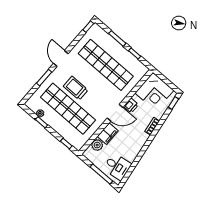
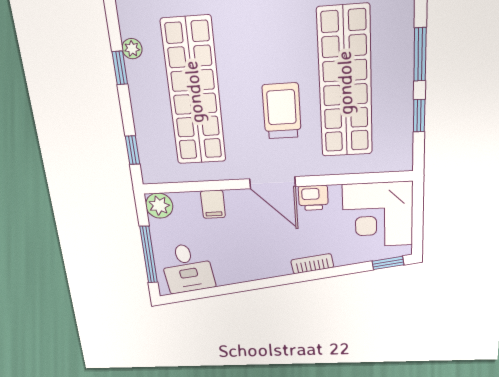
trolley: (76, 88) -> (282, 111), moved
filing cabinet: (108, 134) -> (213, 204), width x0.50
plant: (97, 145) -> (159, 206), moved

